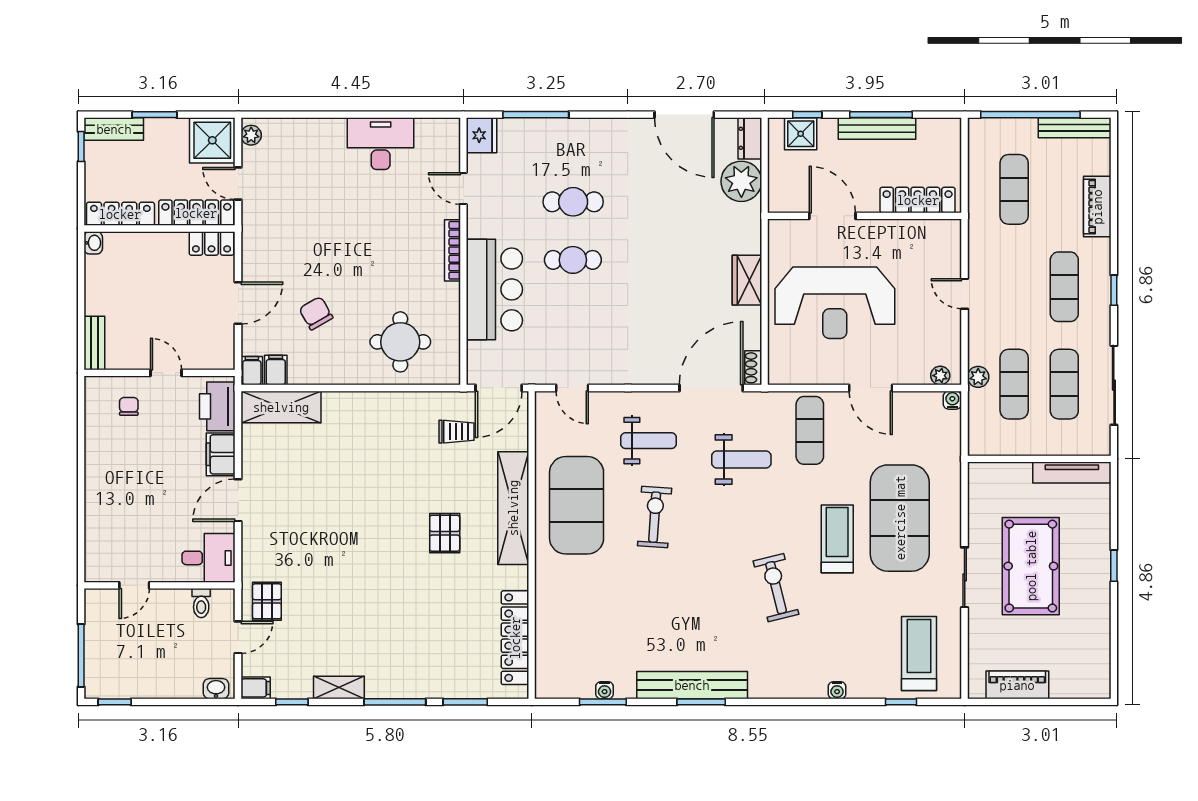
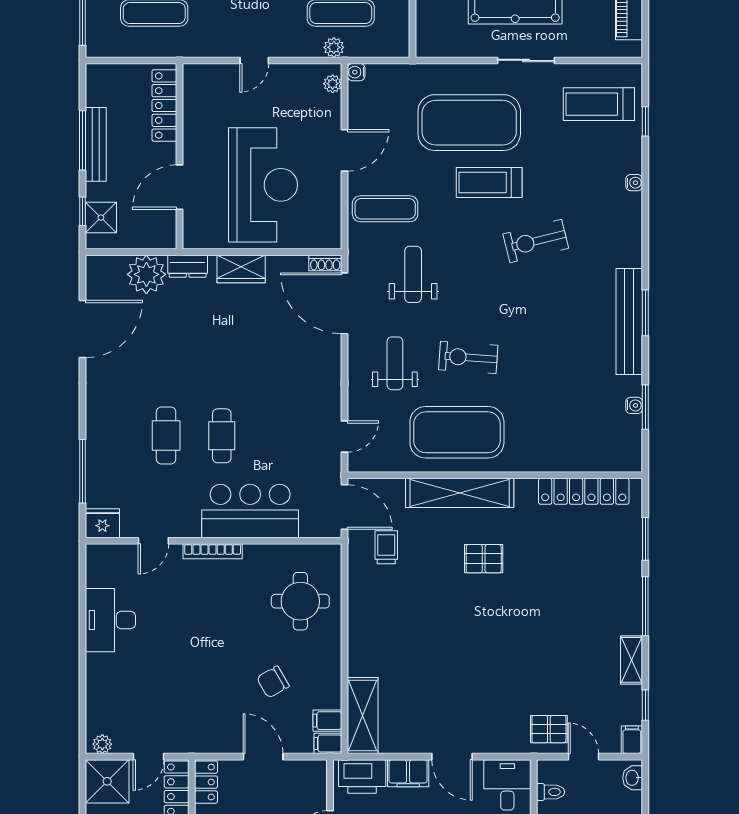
dresser: (750, 138) -> (188, 266), moved

